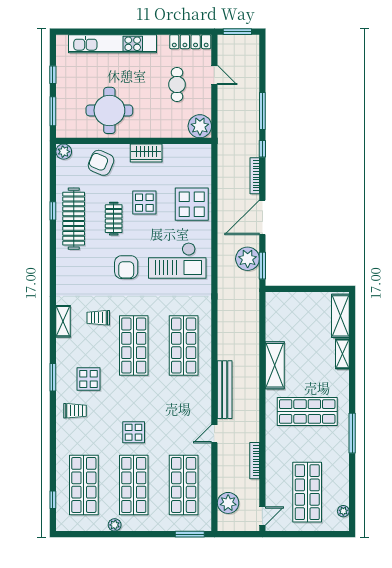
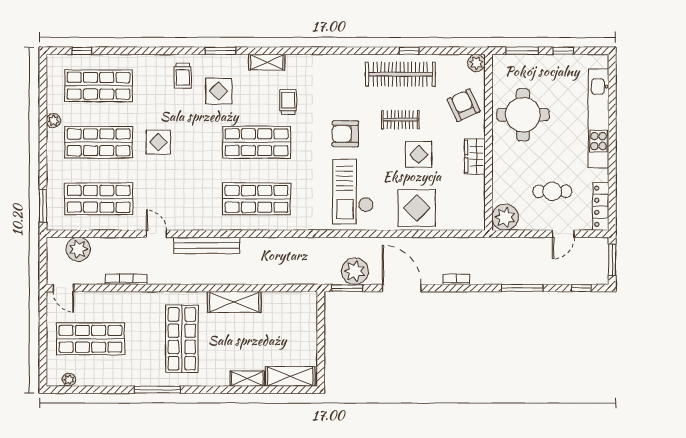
window: (262, 149) -> (581, 288), moved
armchair: (101, 163) -> (464, 105), turned -48
bookcase: (255, 176) -> (456, 279), width x0.64
shelving: (63, 321) -> (267, 62), moved

